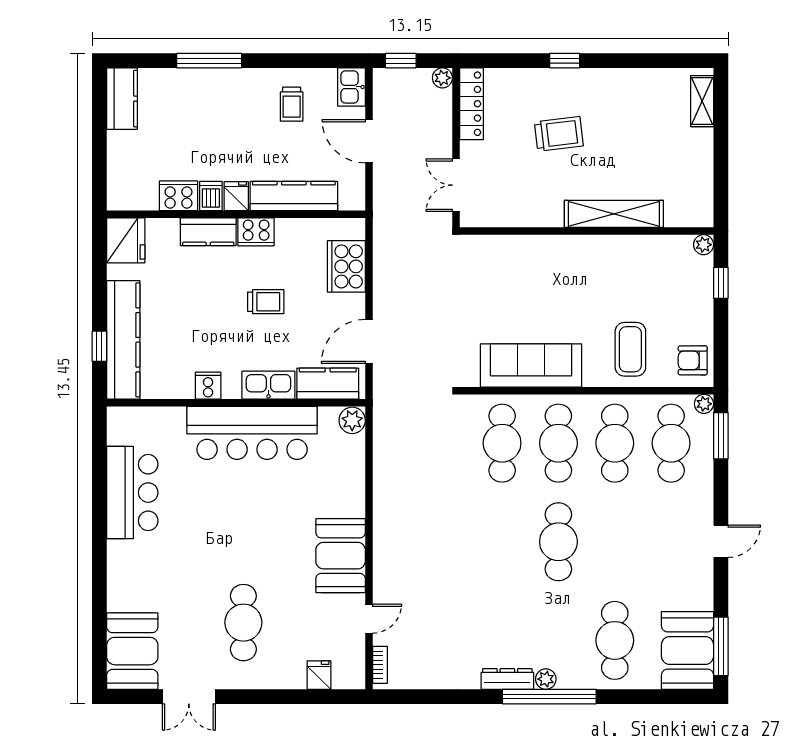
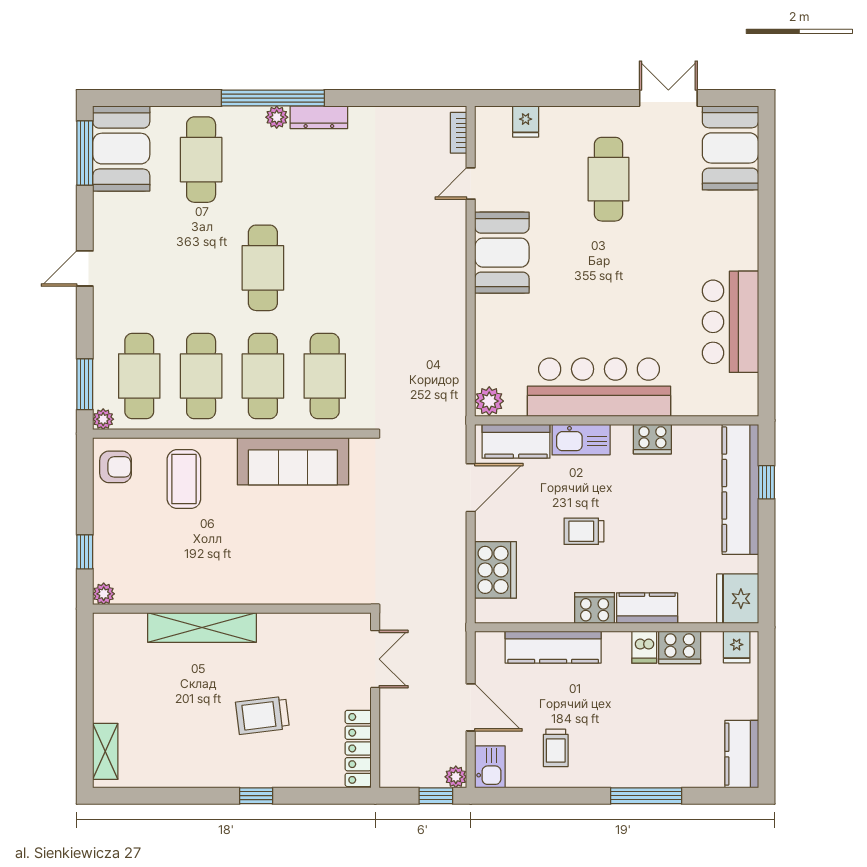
plant: (442, 78) -> (456, 777), moved
trolley: (292, 104) -> (556, 748), turned 180
fridge: (236, 196) -> (737, 647), moved
cooker: (208, 386) -> (652, 439), width x1.36

